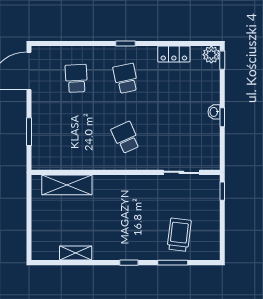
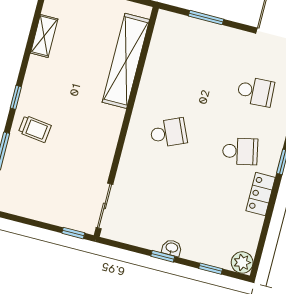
locker: (174, 54) -> (261, 194), moved
window: (222, 60) -> (211, 269), moved
sliding door: (181, 172) -> (104, 206), moved
shelving: (67, 185) -> (126, 61), width x1.47
trolley: (179, 235) -> (35, 129), moved, width x0.73, depth x0.72

